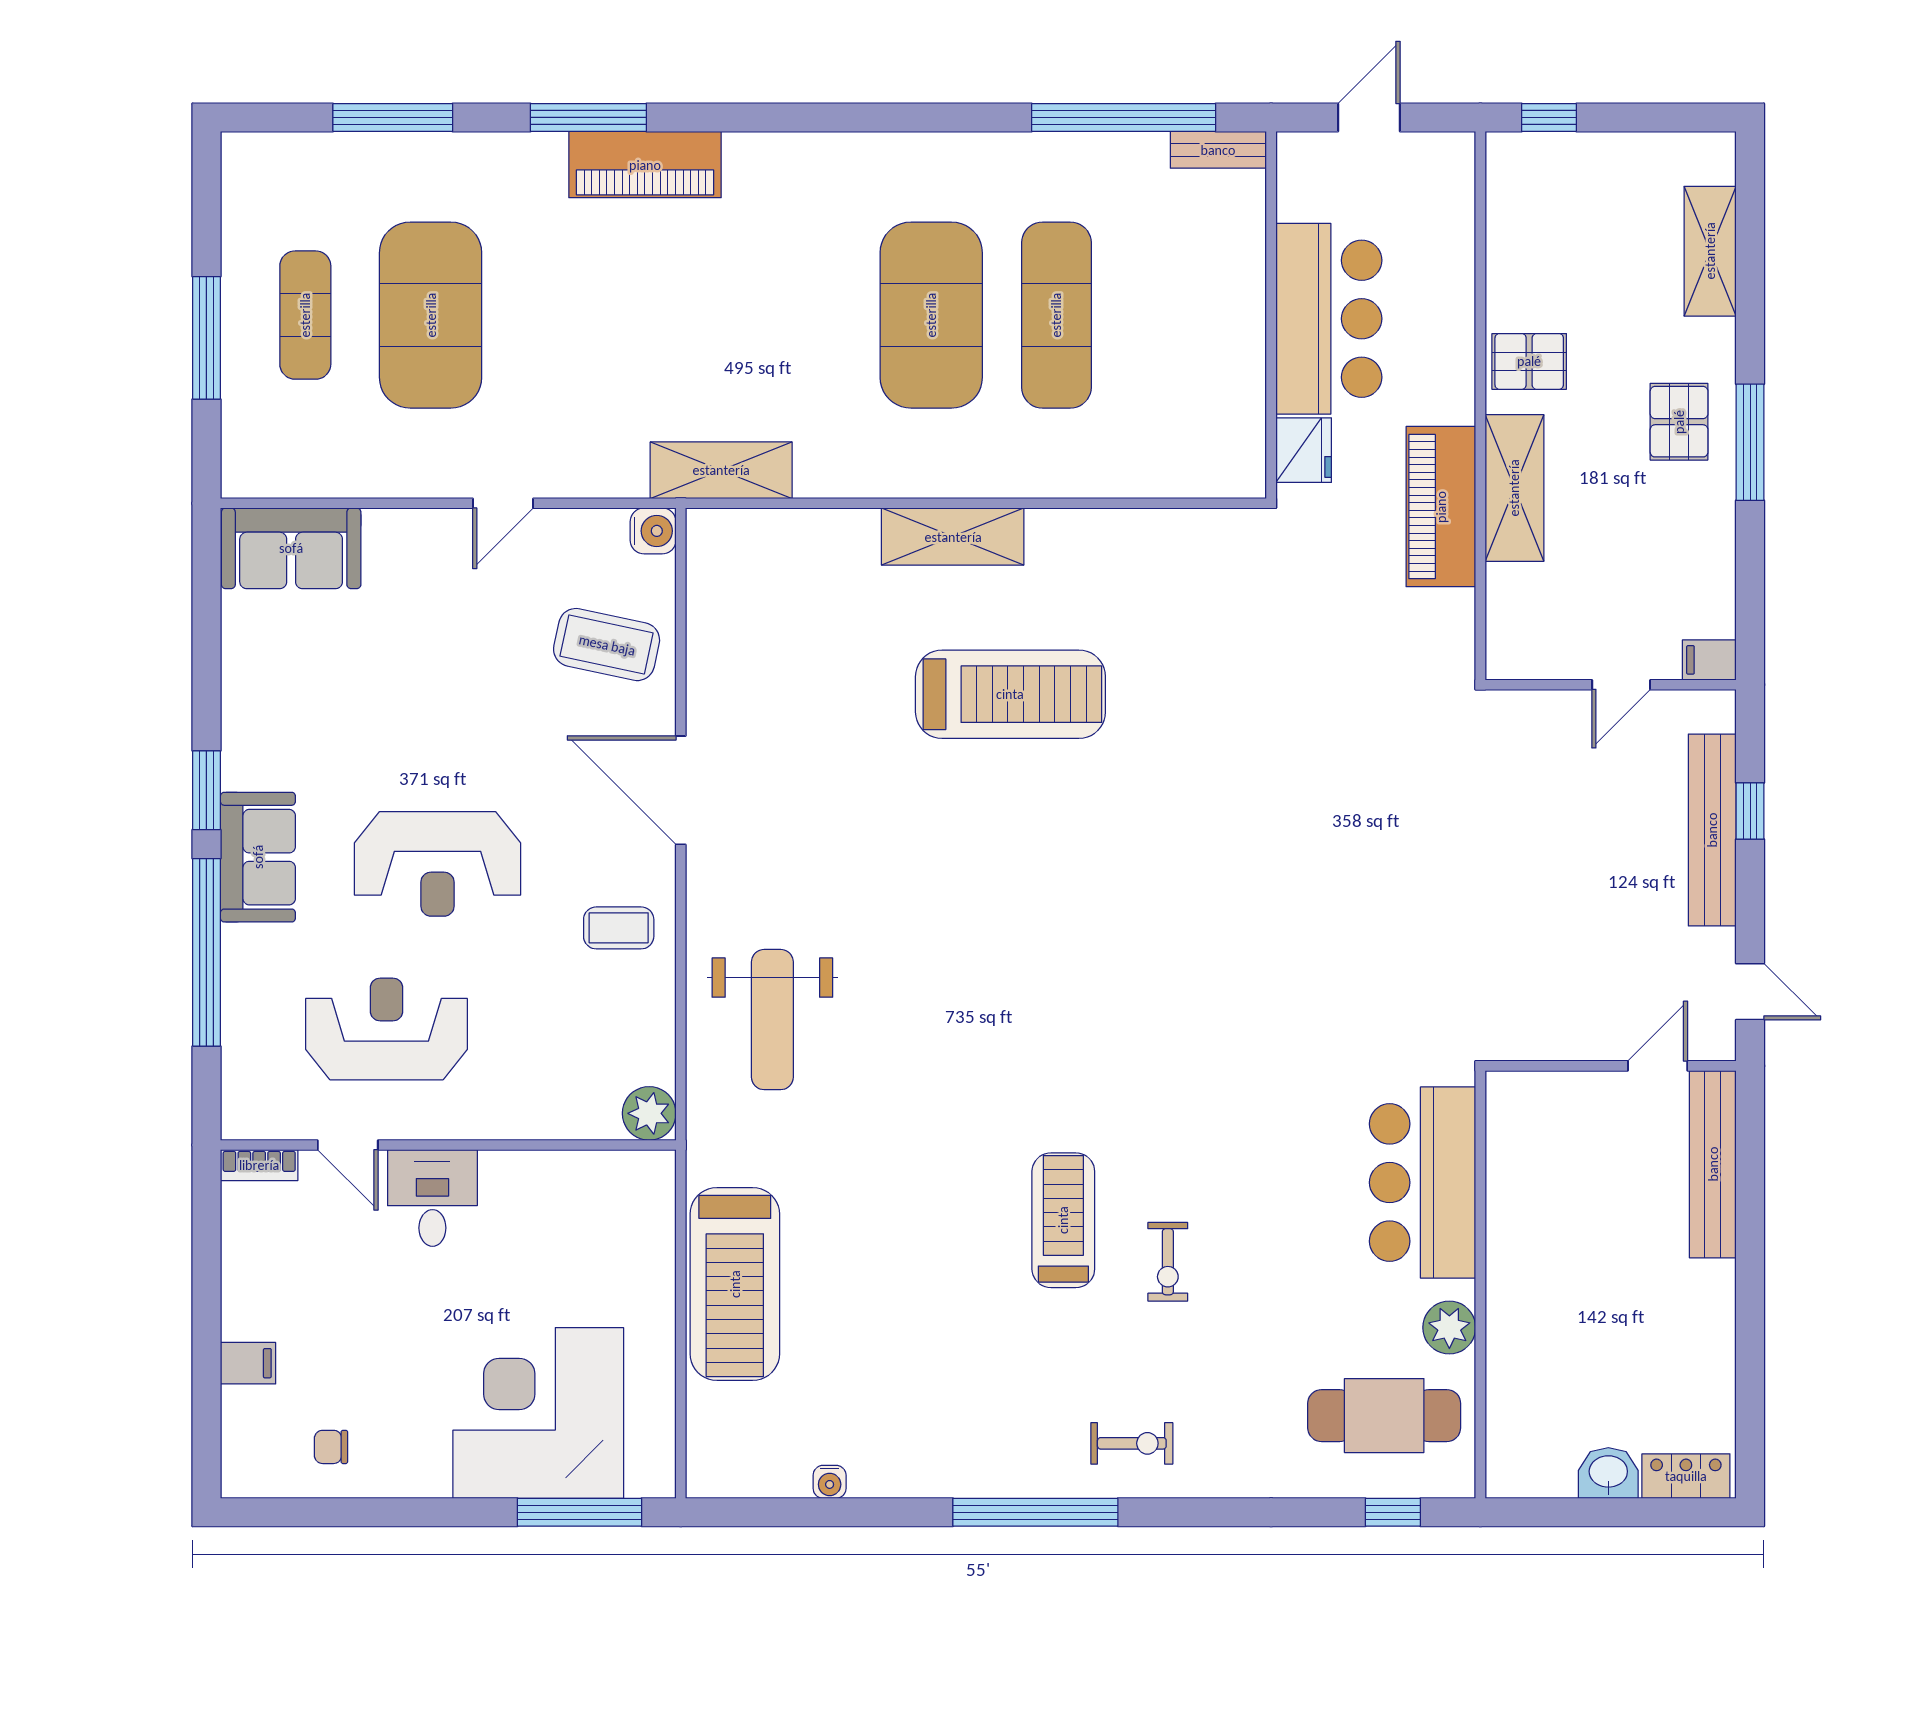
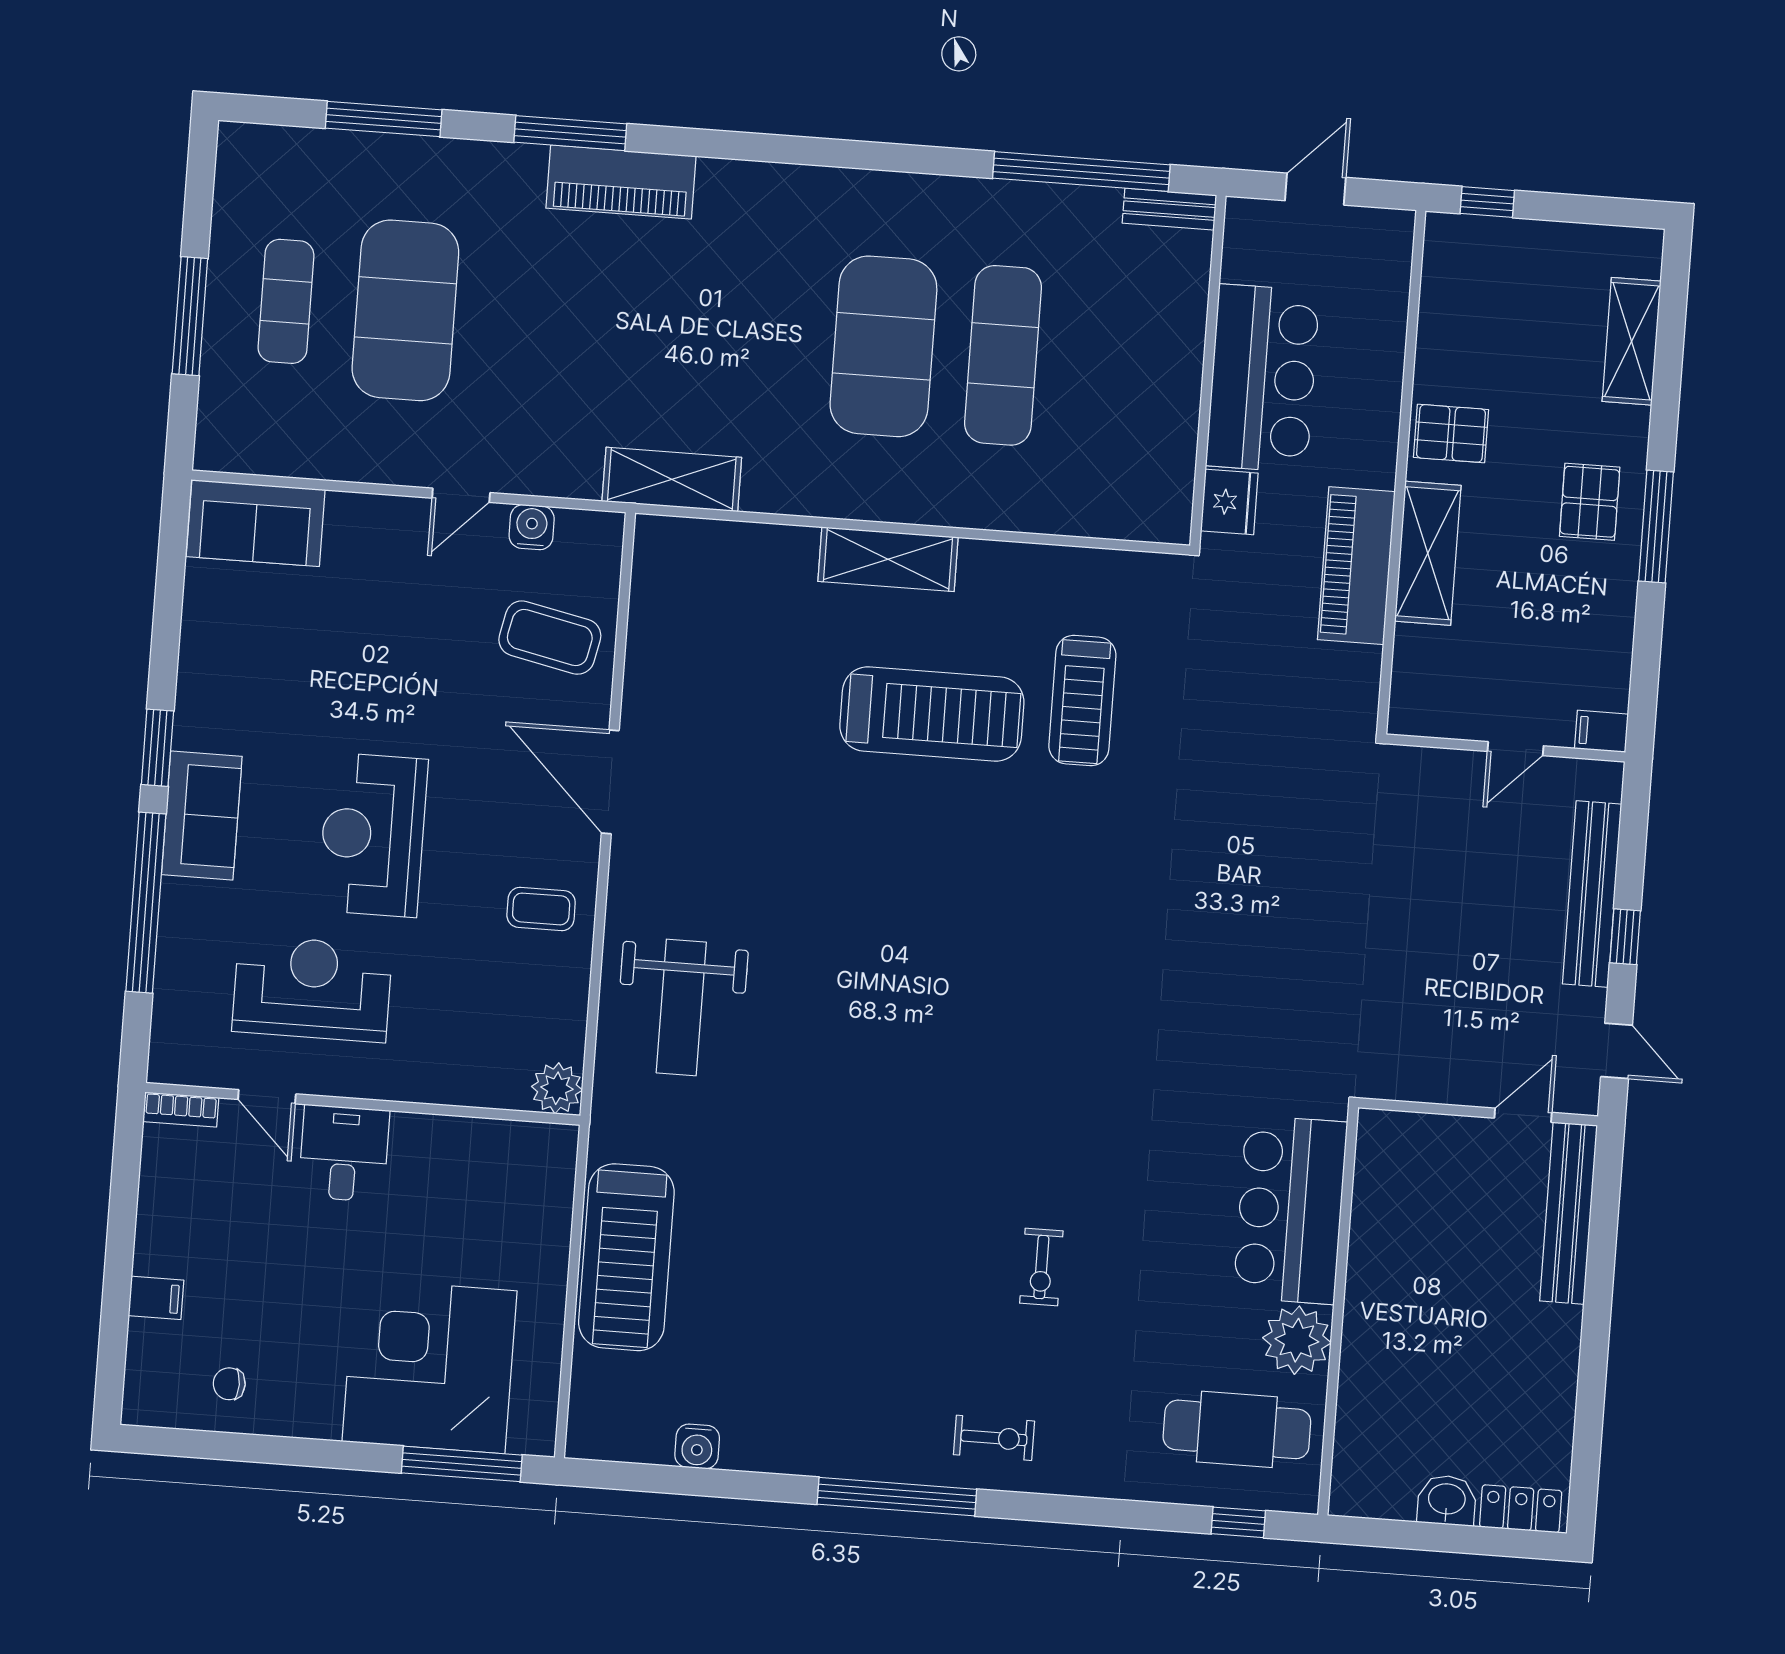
water cooler: (653, 531) -> (532, 527), moved, turned -90
window: (1750, 811) -> (1625, 937), moved
reception desk: (437, 864) -> (373, 835), turned 90
treadmill: (1063, 1220) -> (1082, 700), moved, turned 180
plant: (1449, 1328) -> (1297, 1340), width x1.36, depth x1.36
water cooler: (830, 1482) -> (697, 1446), width x1.38, depth x1.38

